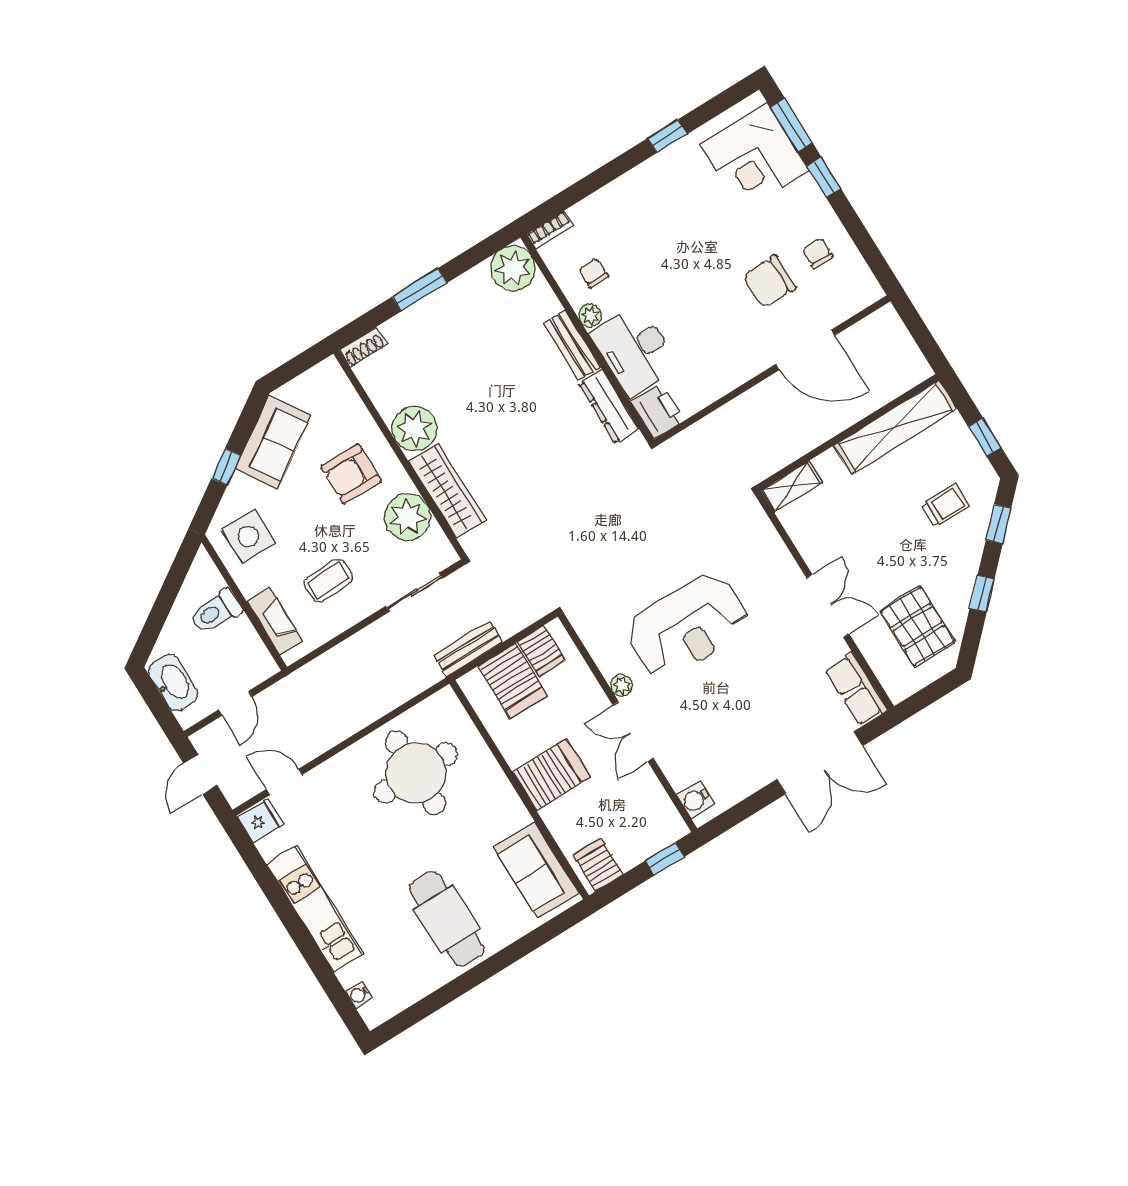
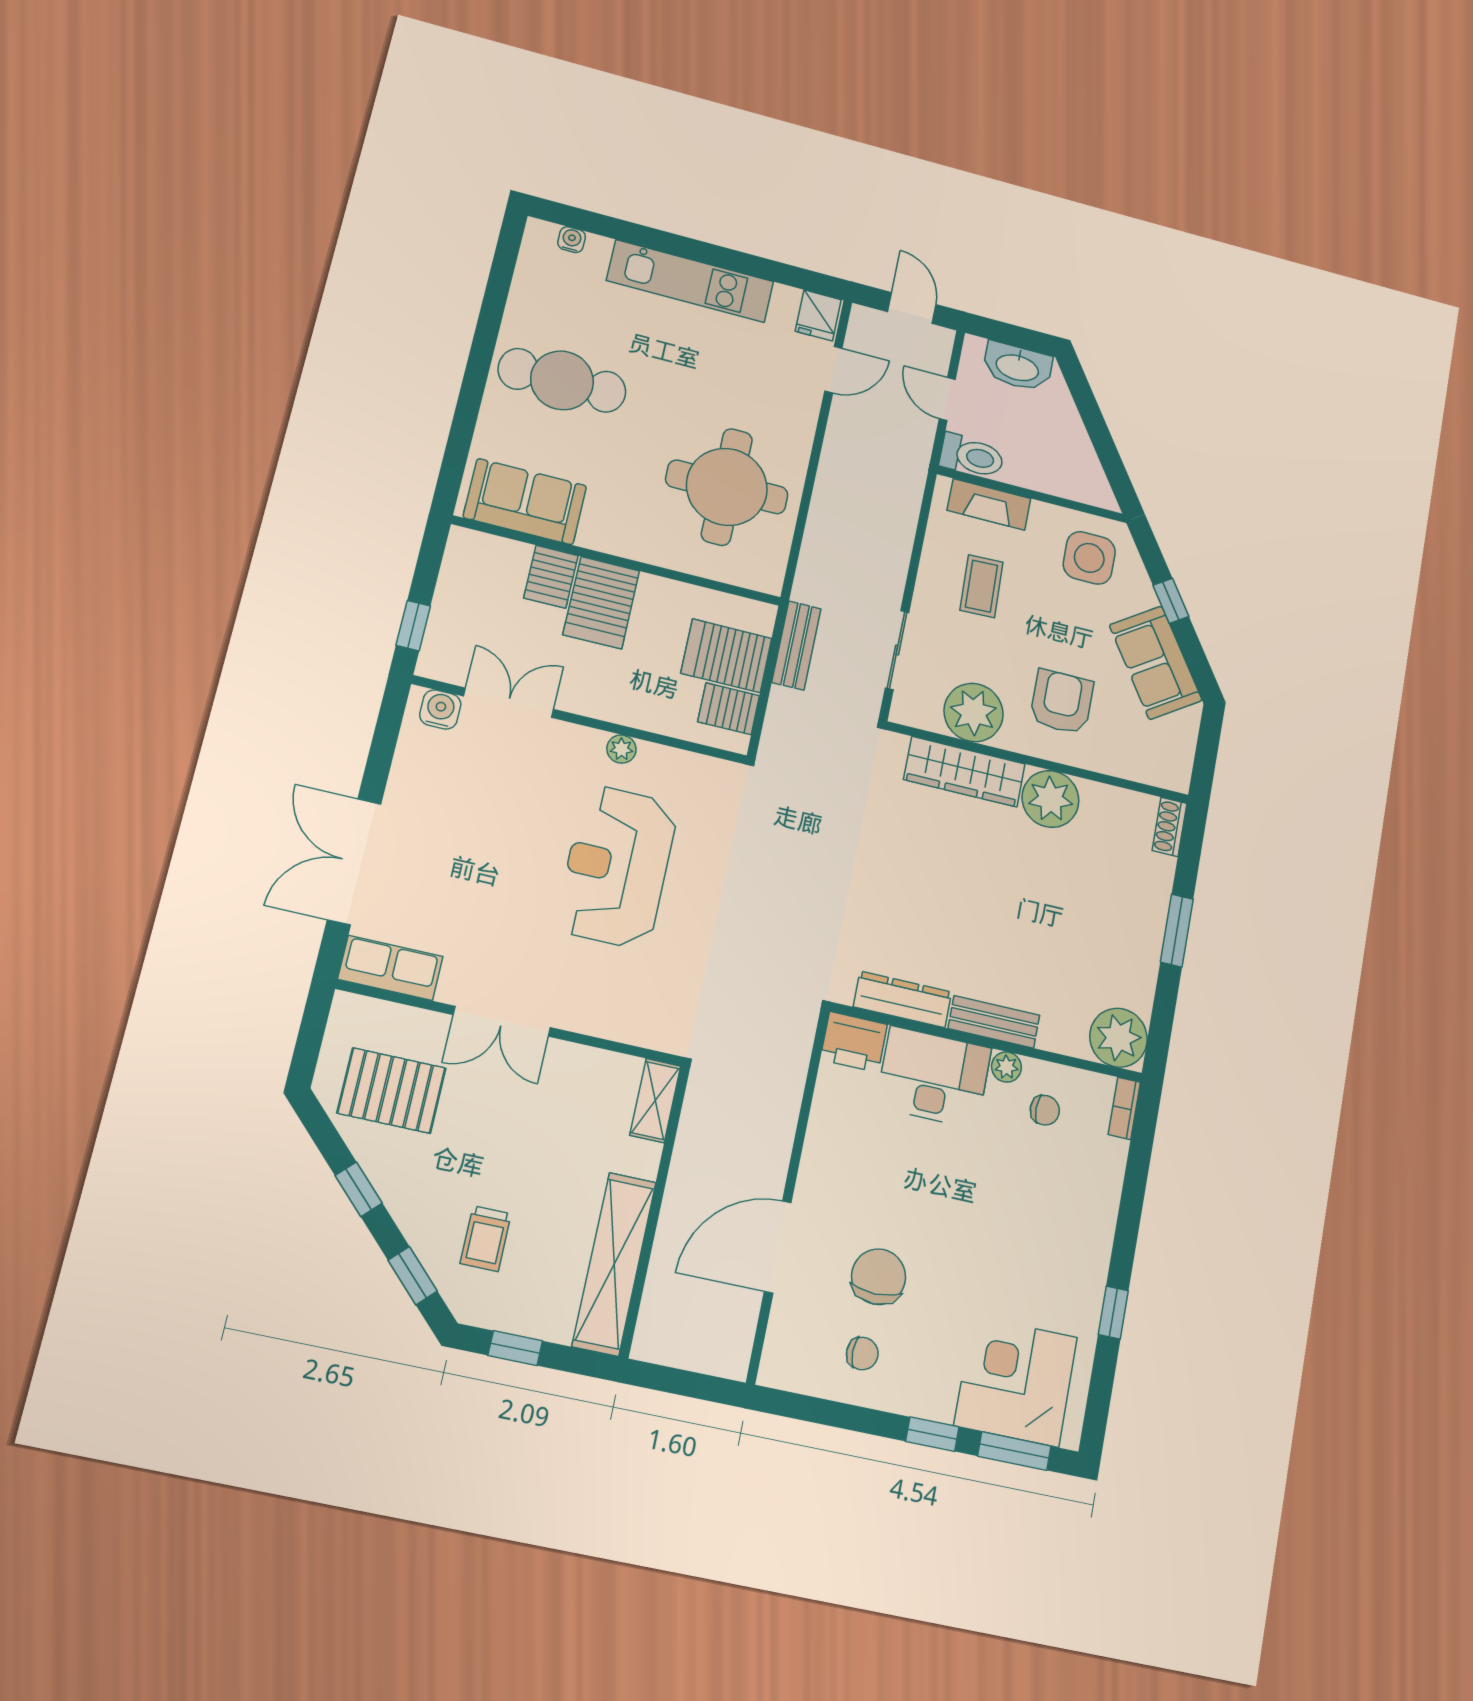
toilet: (216, 612) -> (972, 456), moved, turned 90
double door: (633, 732) -> (509, 703), moved
server rack: (598, 865) -> (551, 577), moved, turned 90

